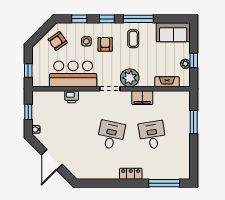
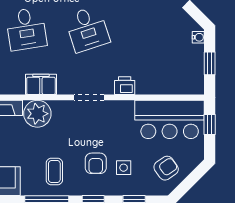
bar counter: (73, 74) -> (170, 119), moved
plant: (130, 78) -> (37, 114), moved
printer: (72, 97) -> (125, 86), moved
desk: (111, 135) -> (87, 29), turned -30

